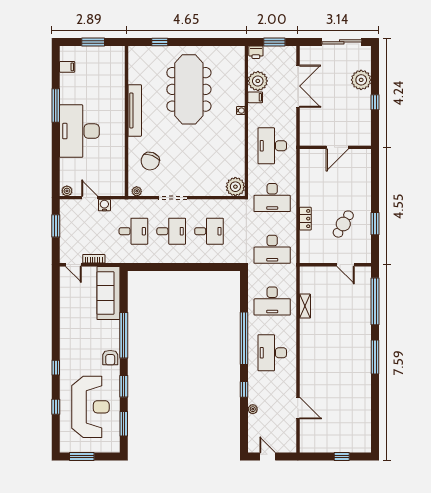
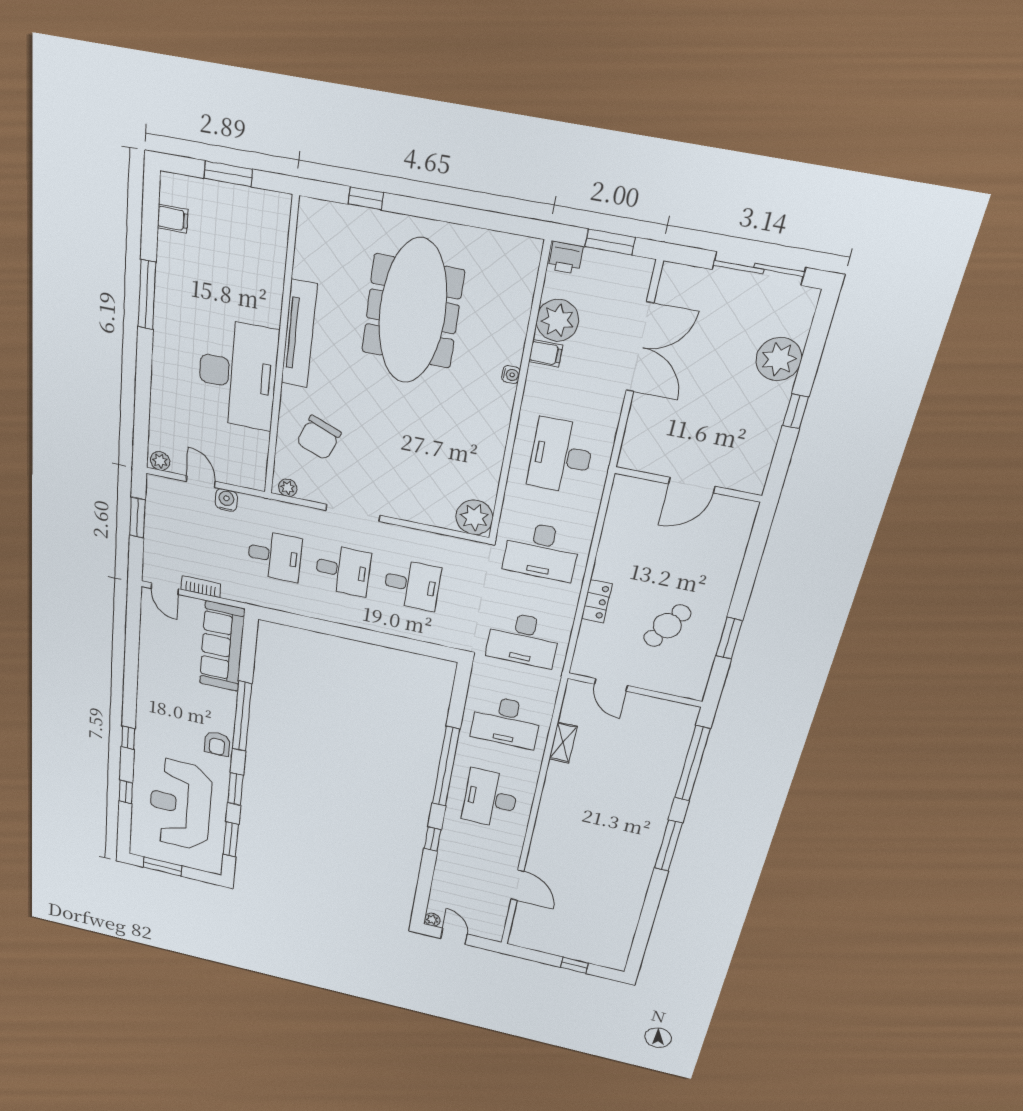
desk: (79, 131) -> (238, 374), moved, turned 180
door: (346, 265) -> (611, 685), moved
reception desk: (91, 407) -> (180, 805), turned 180
plant: (253, 409) -> (432, 920), moved

